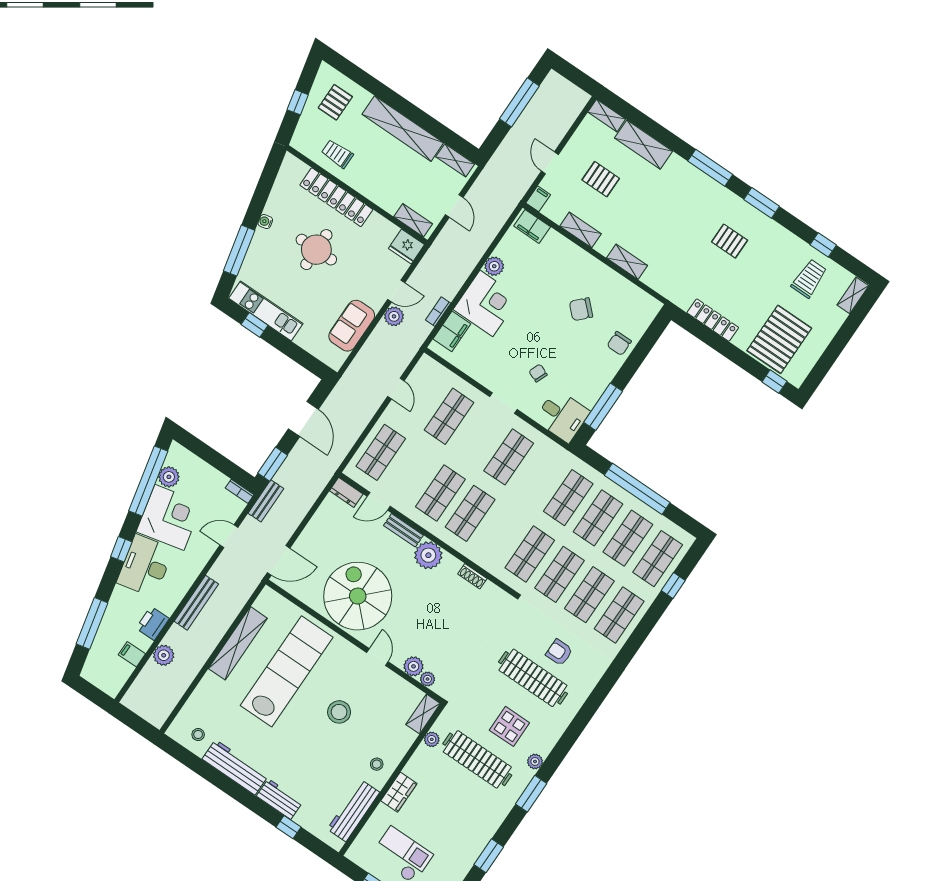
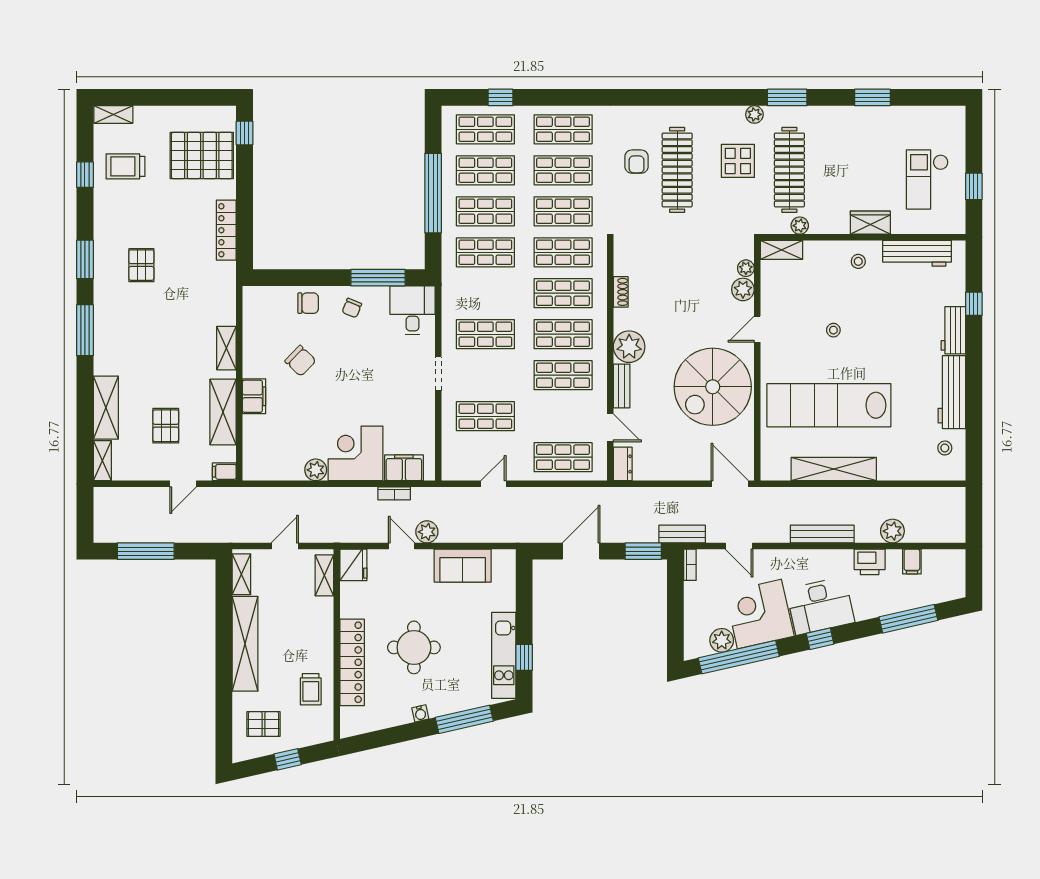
filing cabinet: (532, 226) -> (254, 396), moved
shelving: (581, 230) -> (223, 412), width x1.50, depth x1.33
chair: (538, 373) -> (352, 308), moved
shop shelf: (500, 534) -> (563, 293), added
stool: (339, 712) -> (833, 330), width x0.53, depth x0.53

